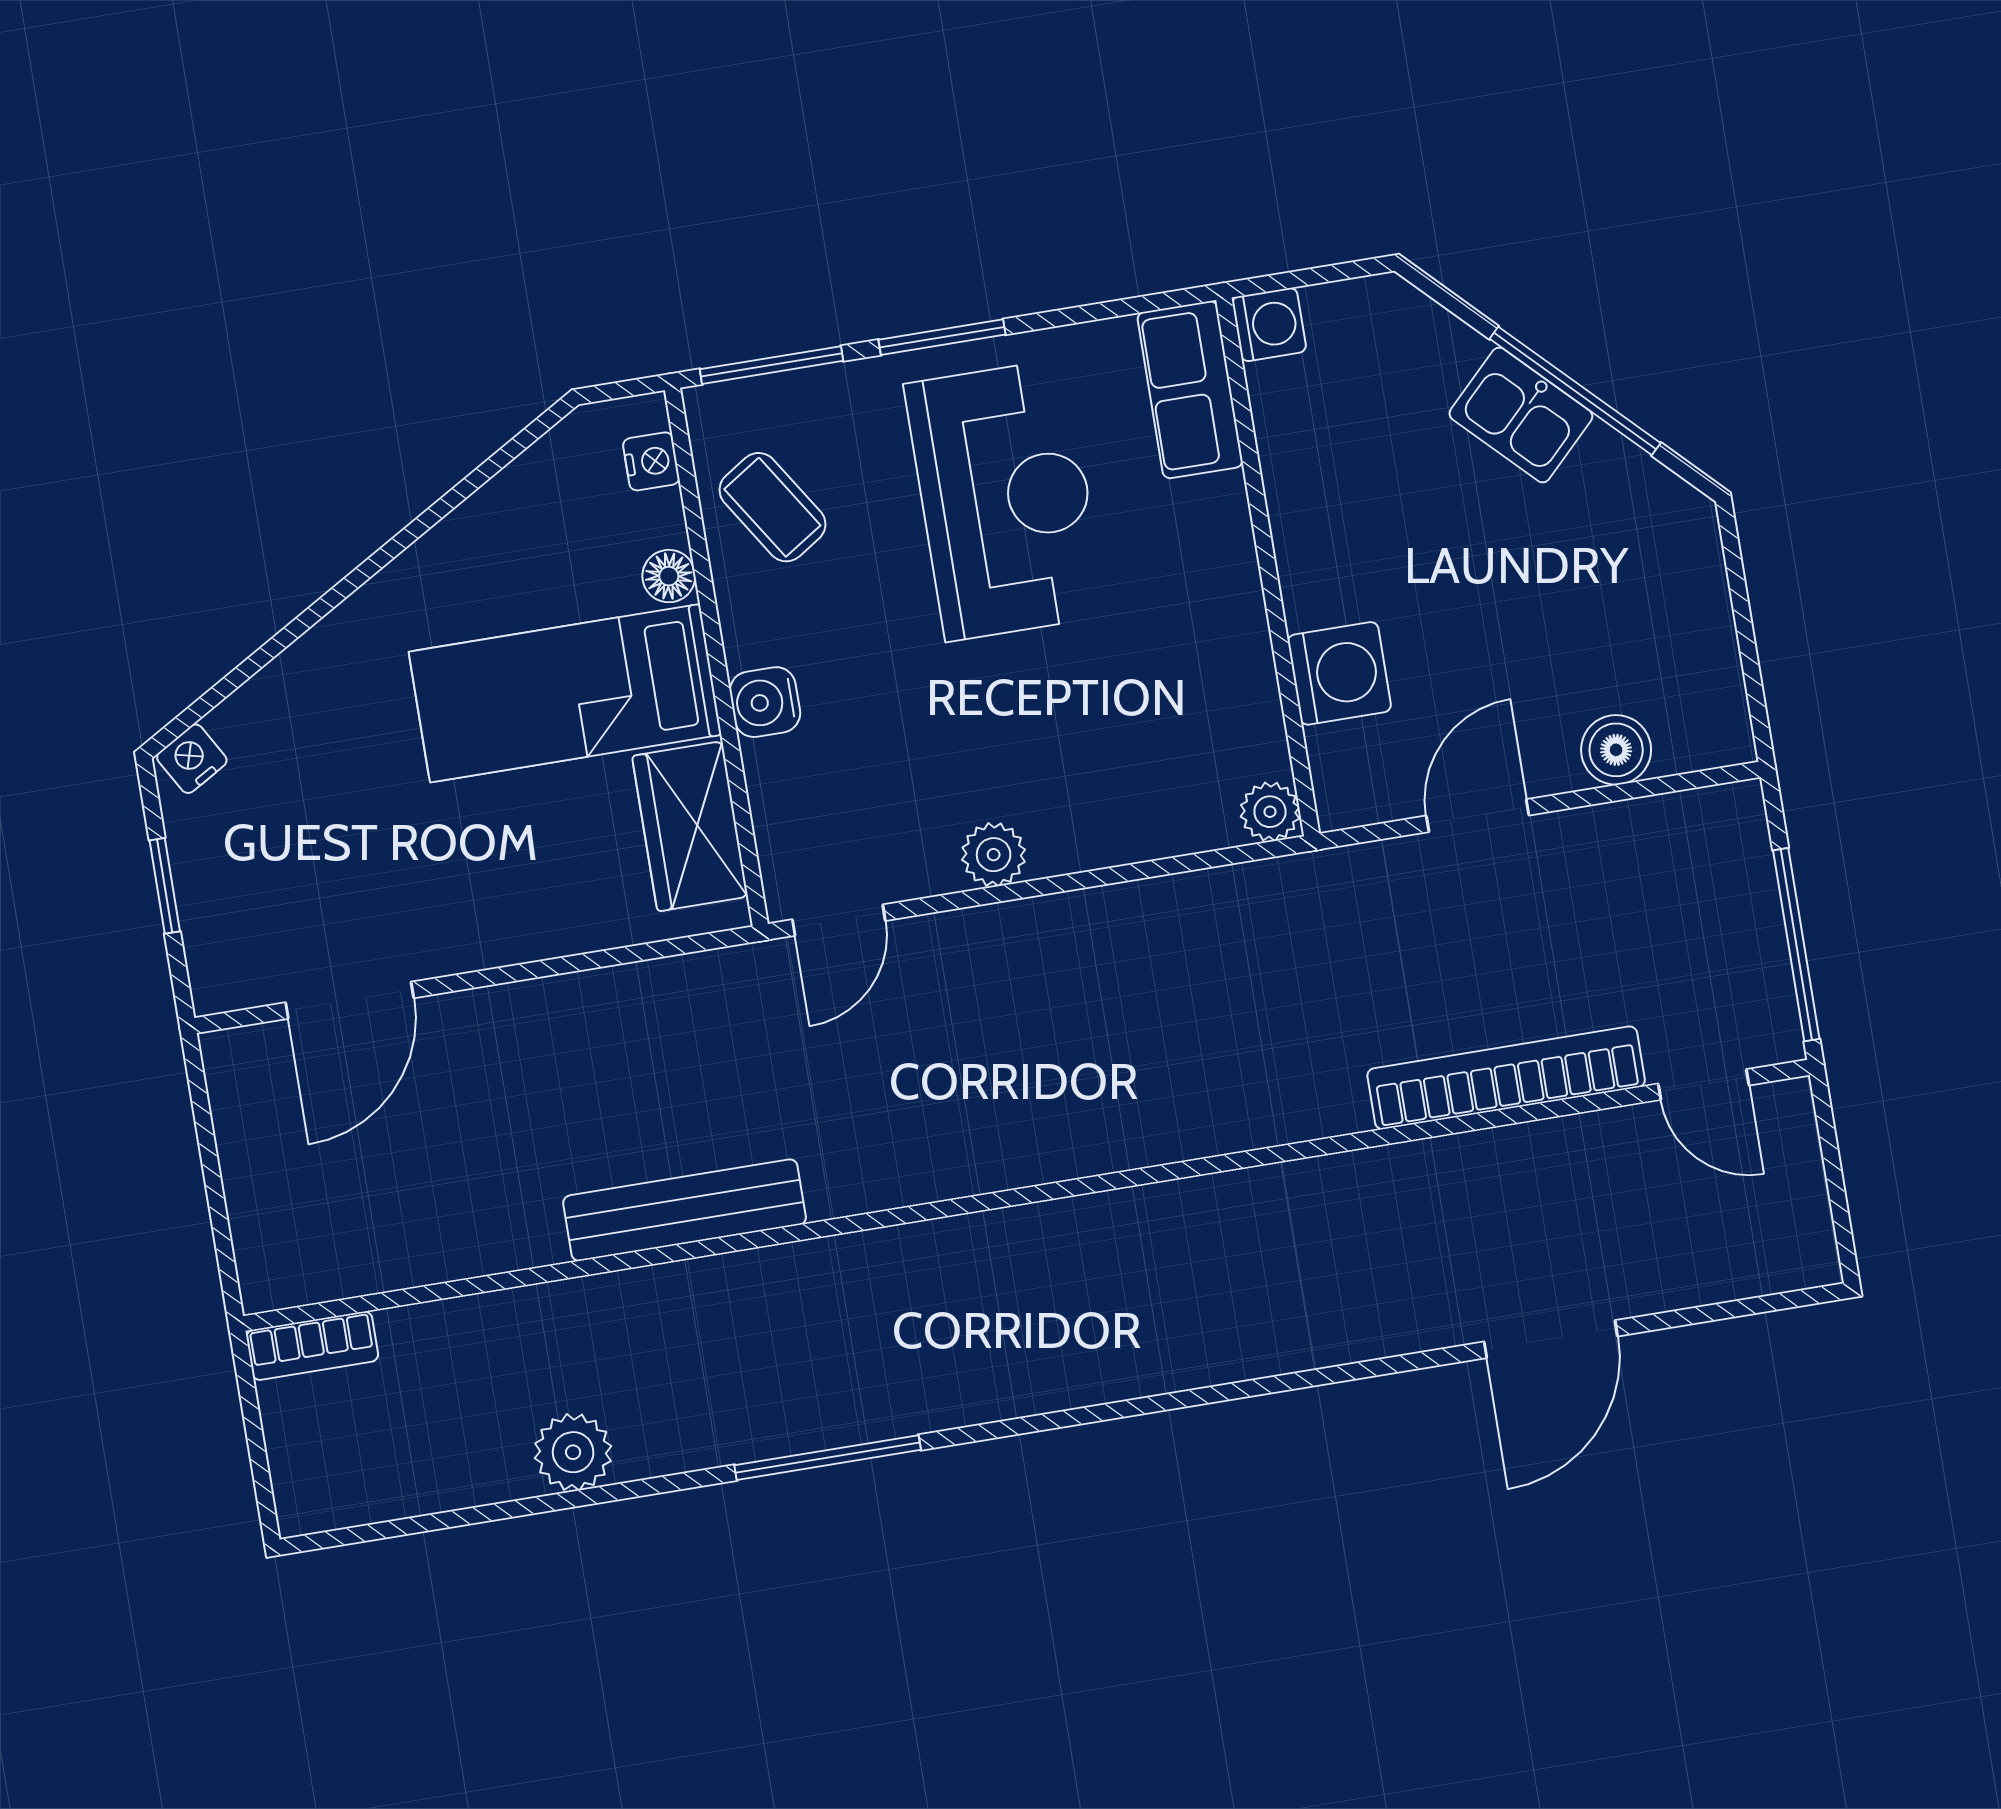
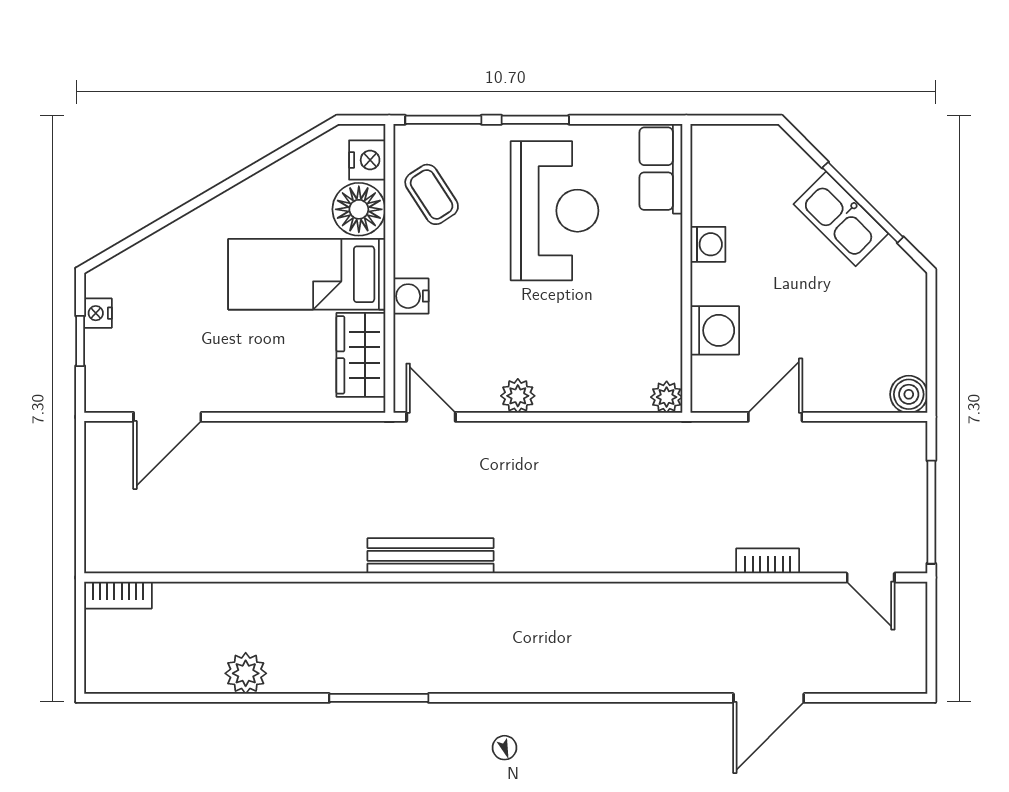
washing machine: (1269, 325) -> (708, 244), moved
kitchen sink: (1521, 415) -> (841, 219), width x1.38
nightstand: (651, 461) -> (367, 160), width x1.39, depth x1.35
floor lamp: (669, 576) -> (359, 209), width x1.89, depth x1.89
boiler: (1616, 750) -> (909, 394), moved
nightstand: (192, 759) -> (98, 313), moved, turned -60
door: (839, 920) -> (431, 417), swing flipped
bookcase: (1506, 1078) -> (768, 561), width x0.43, depth x0.76
bench: (685, 1210) -> (430, 556), moved

